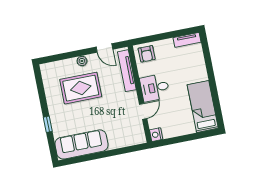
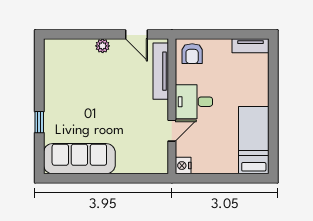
rug: (81, 88) -> (94, 82), removed

